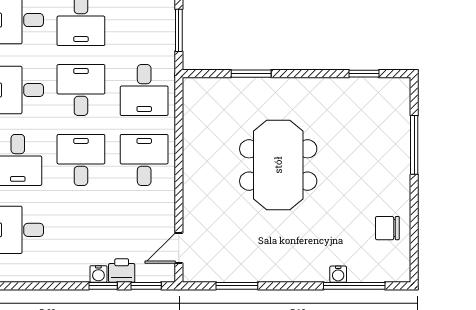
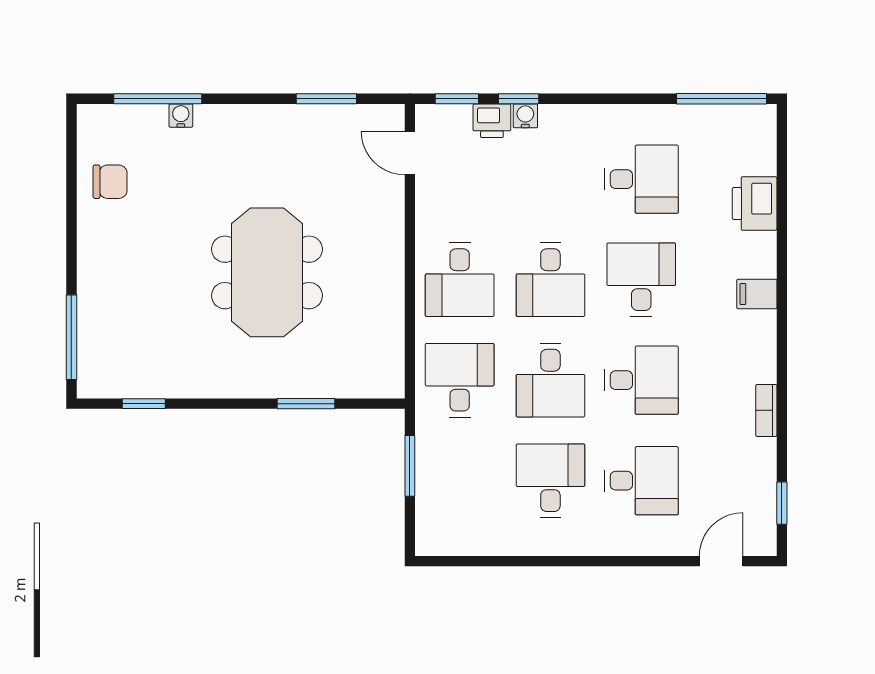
window: (414, 145) -> (71, 337), moved
door: (179, 248) -> (410, 153), swing flipped

